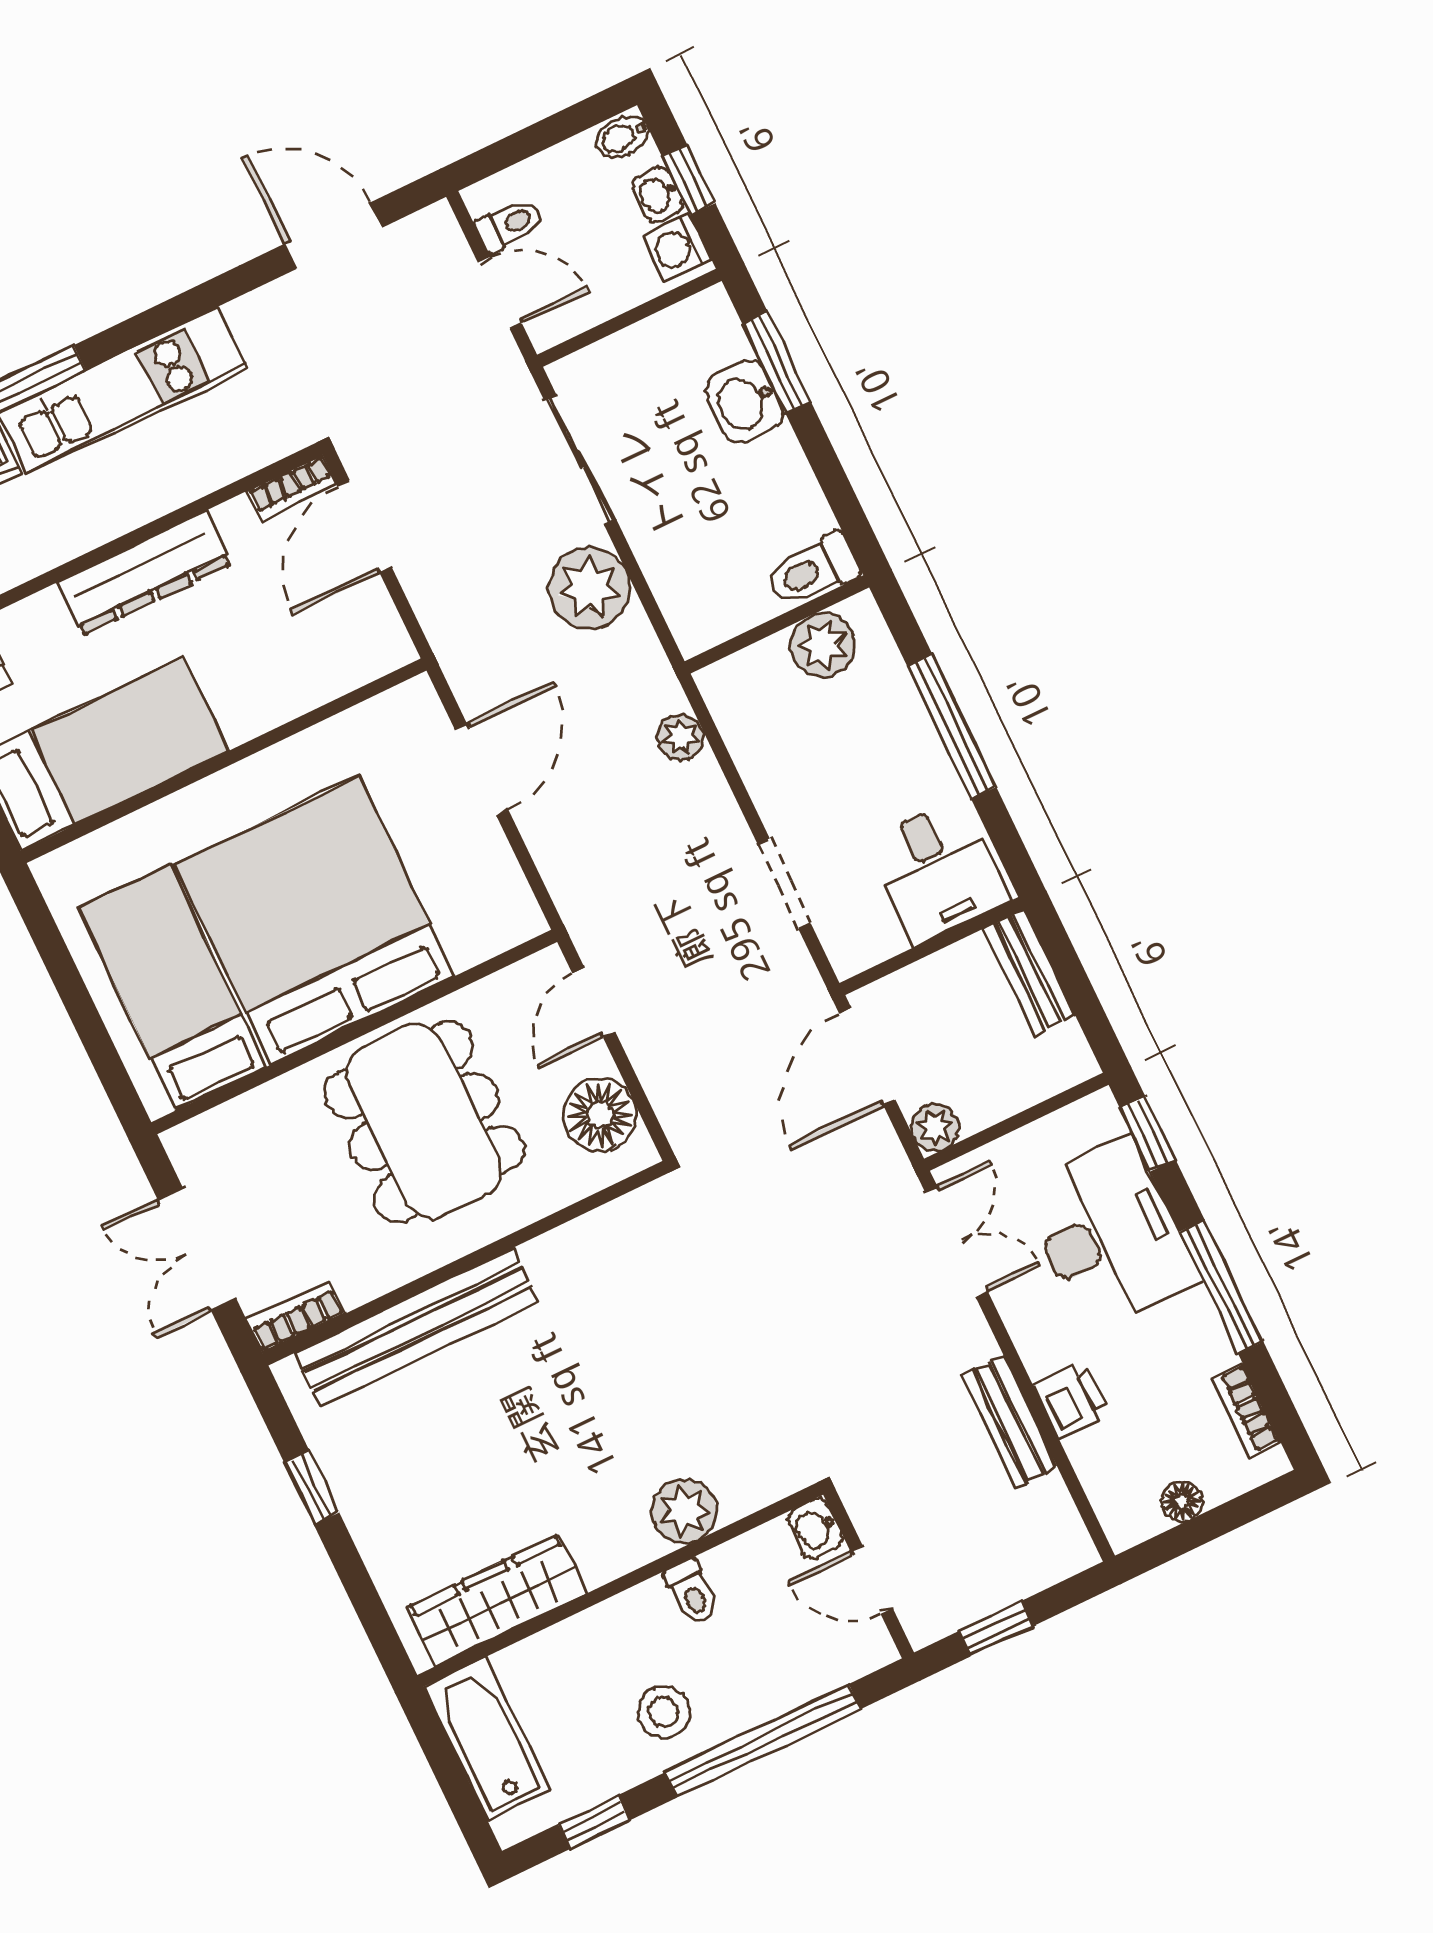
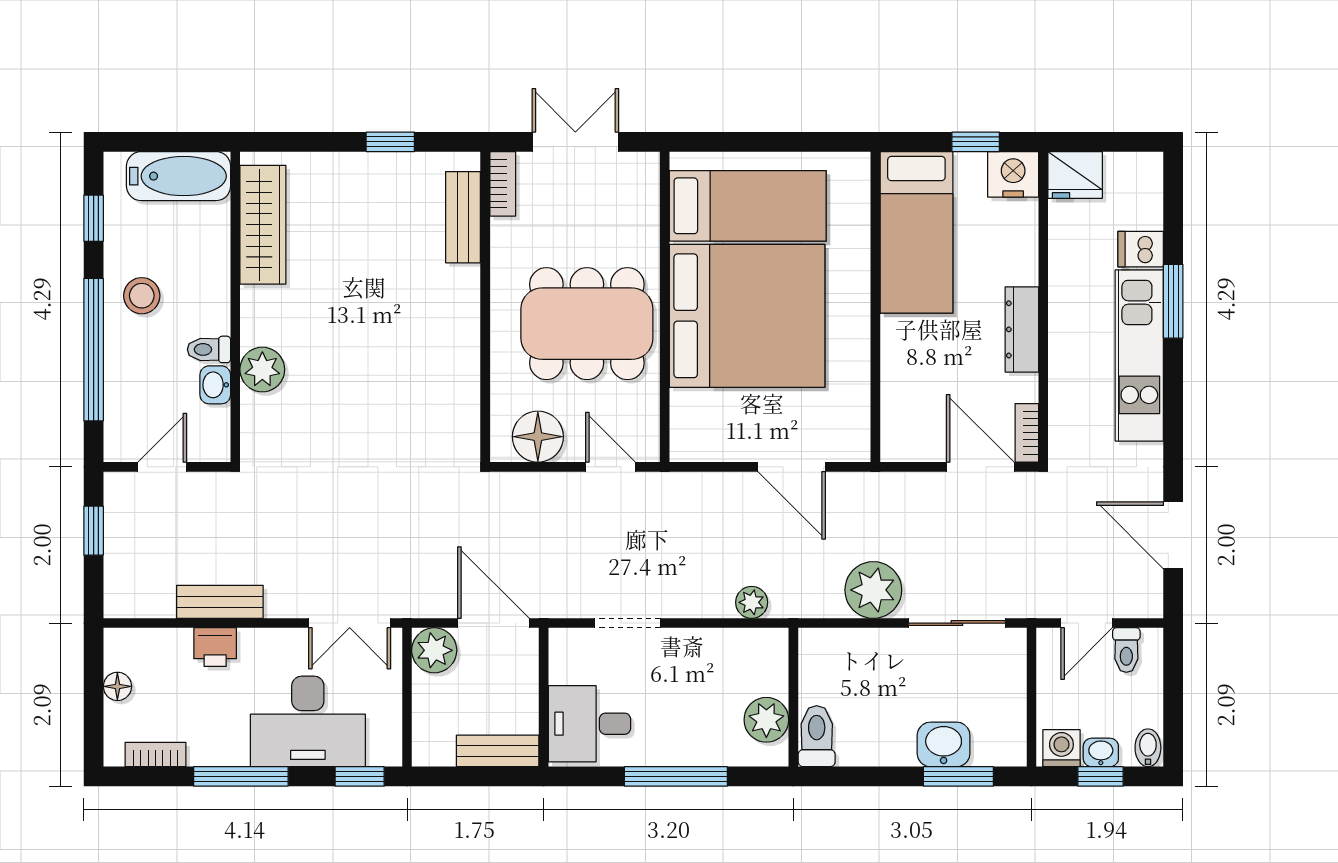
door: (333, 236) -> (1173, 535), swing flipped
dresser: (144, 573) -> (1022, 329), width x0.73, depth x0.80
plant: (935, 1128) -> (434, 650), width x1.38, depth x1.38
bench: (417, 1328) -> (463, 217), width x0.54, depth x0.82
washbasin: (815, 1529) -> (215, 385), moved, turned -90

